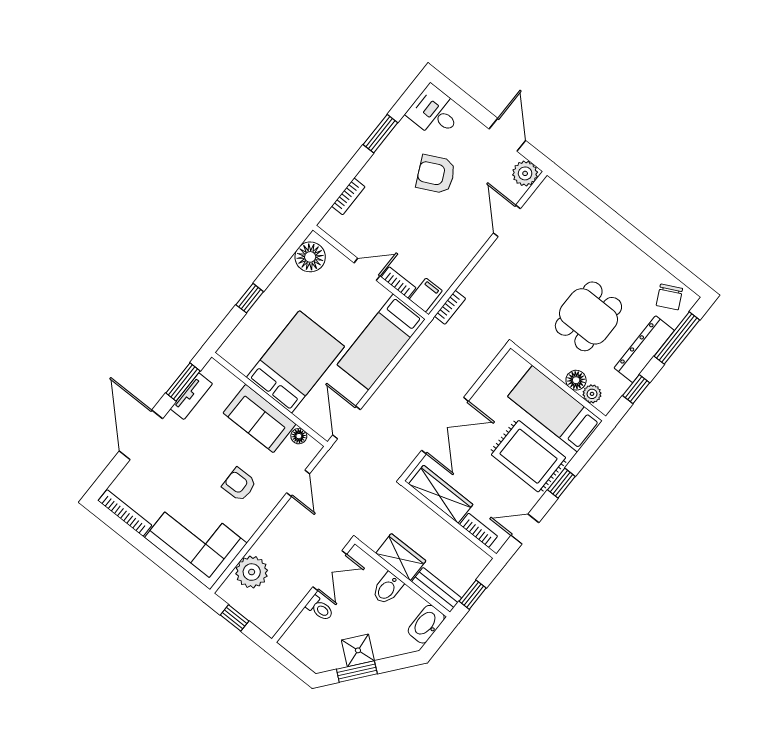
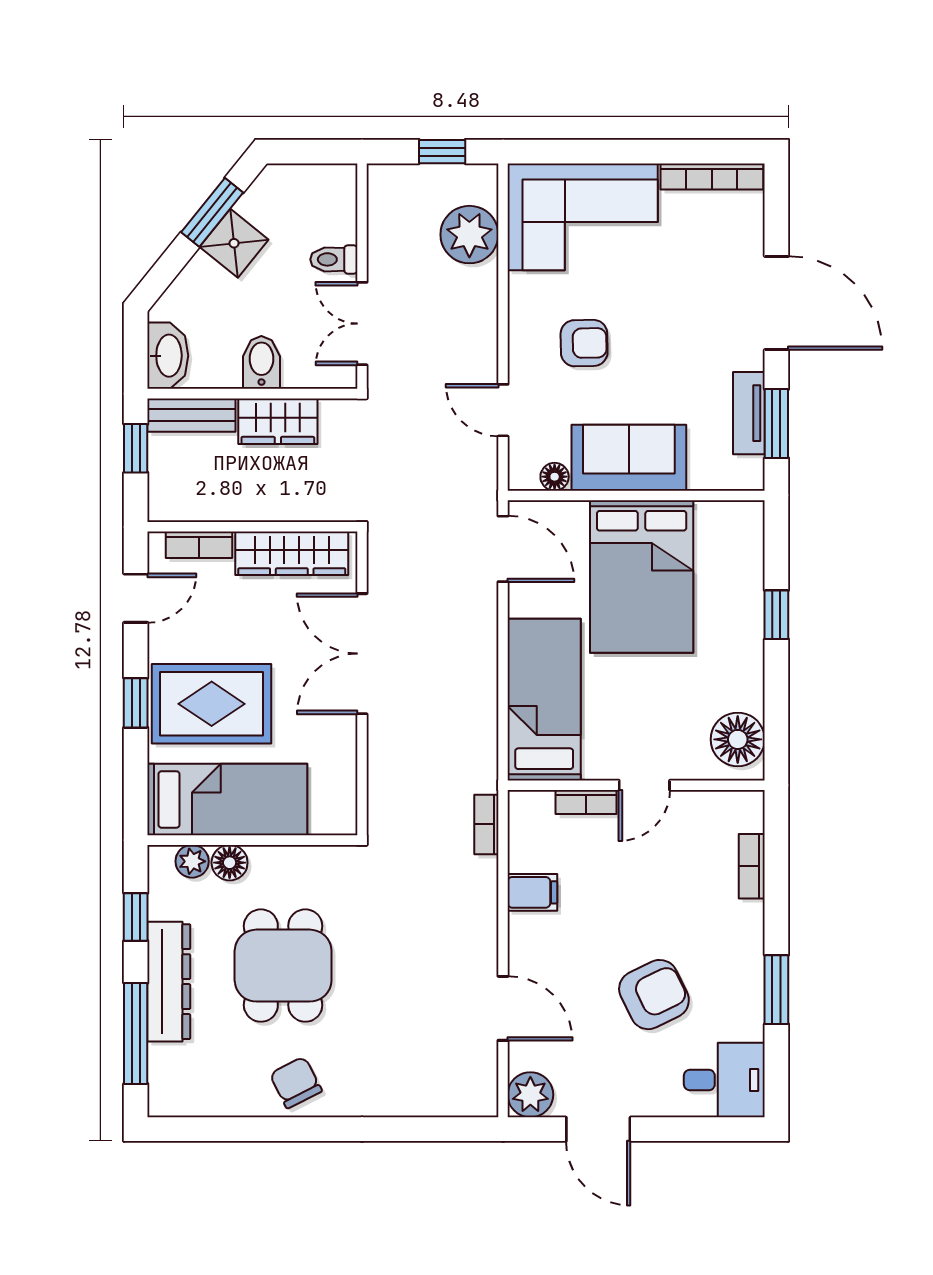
filing cabinet: (426, 295) -> (532, 892), moved, turned -90
chair: (669, 297) -> (296, 1082), moved

